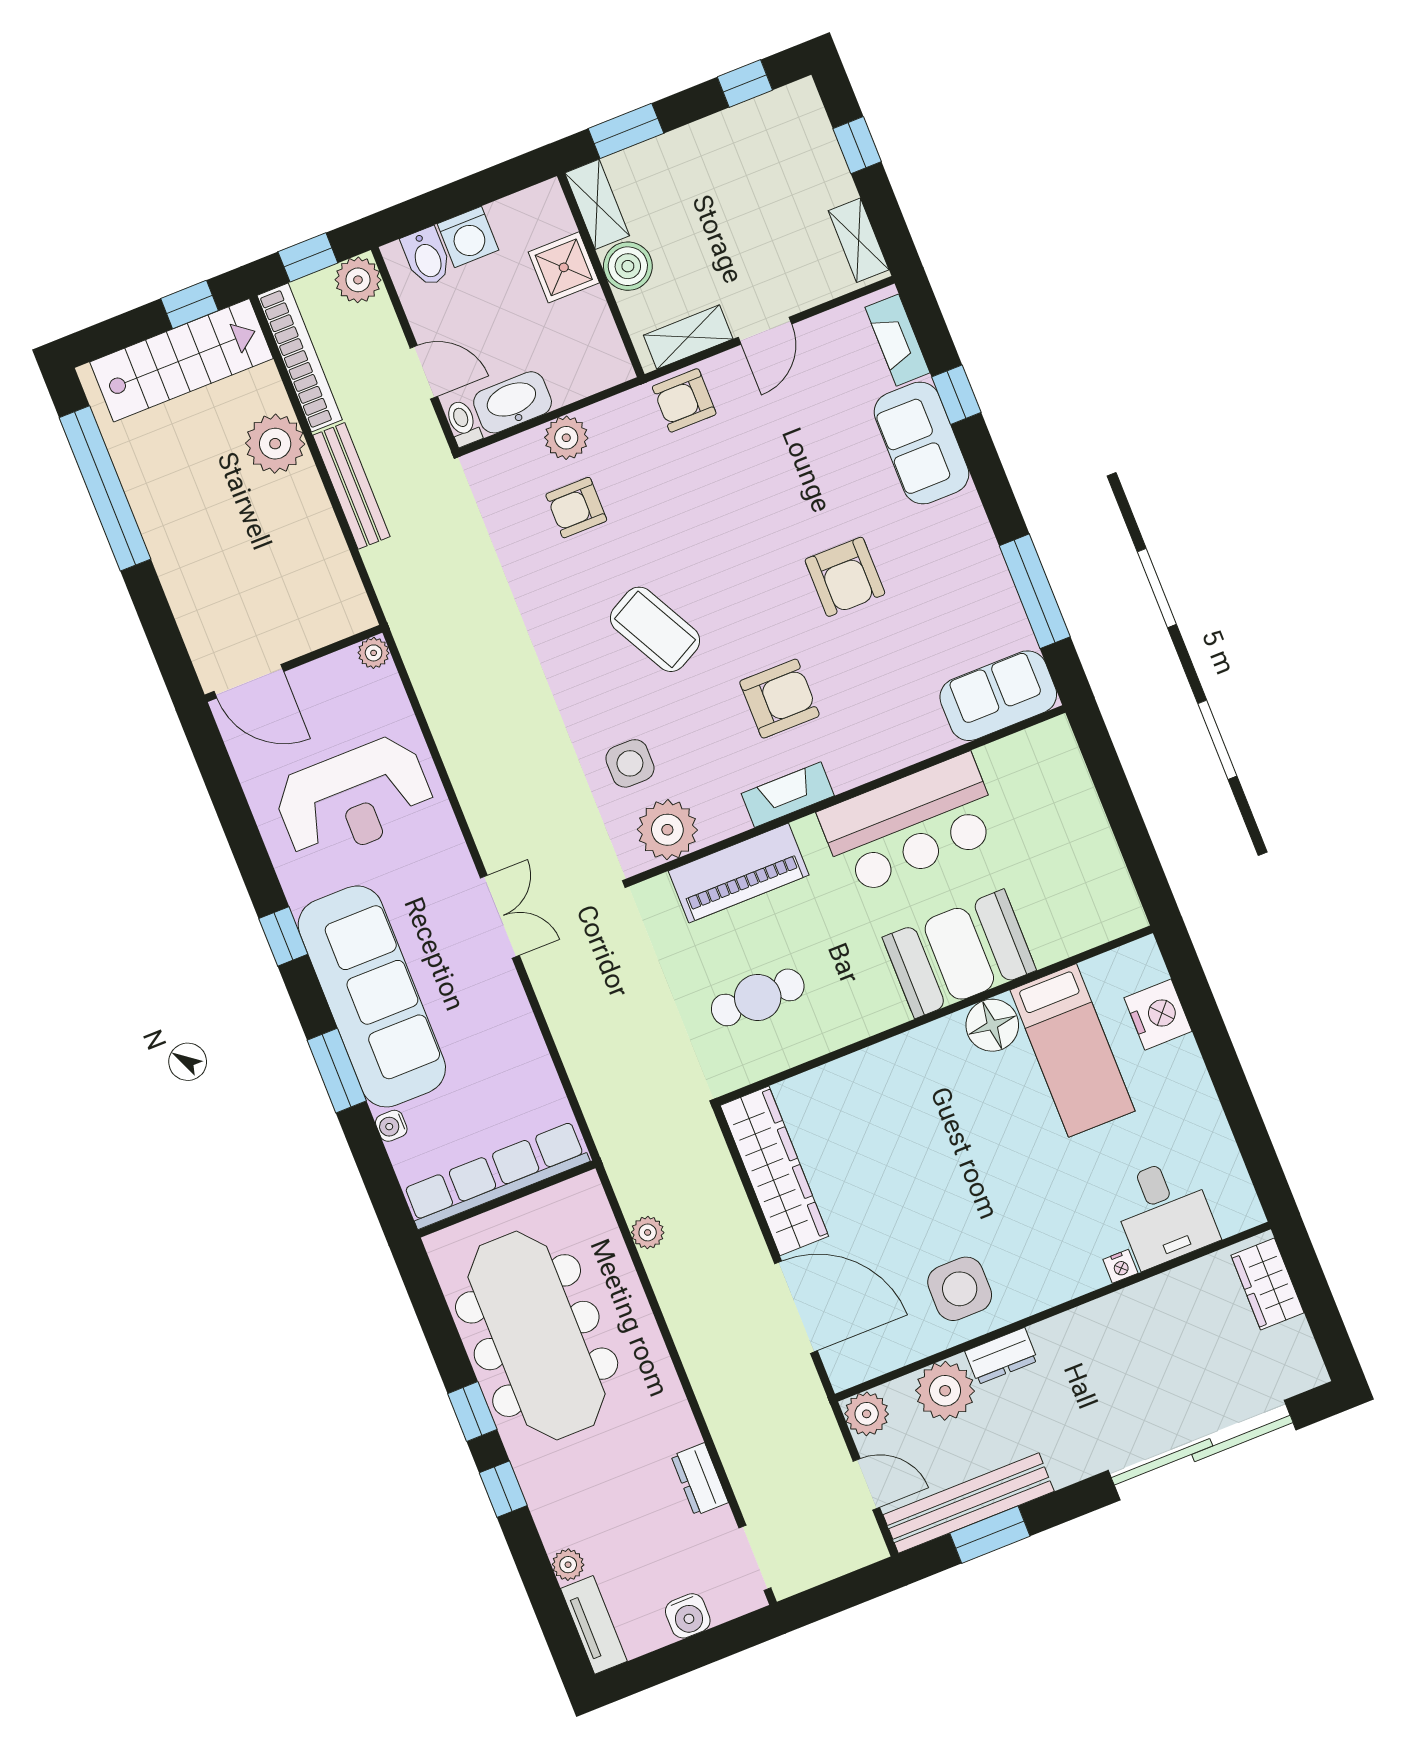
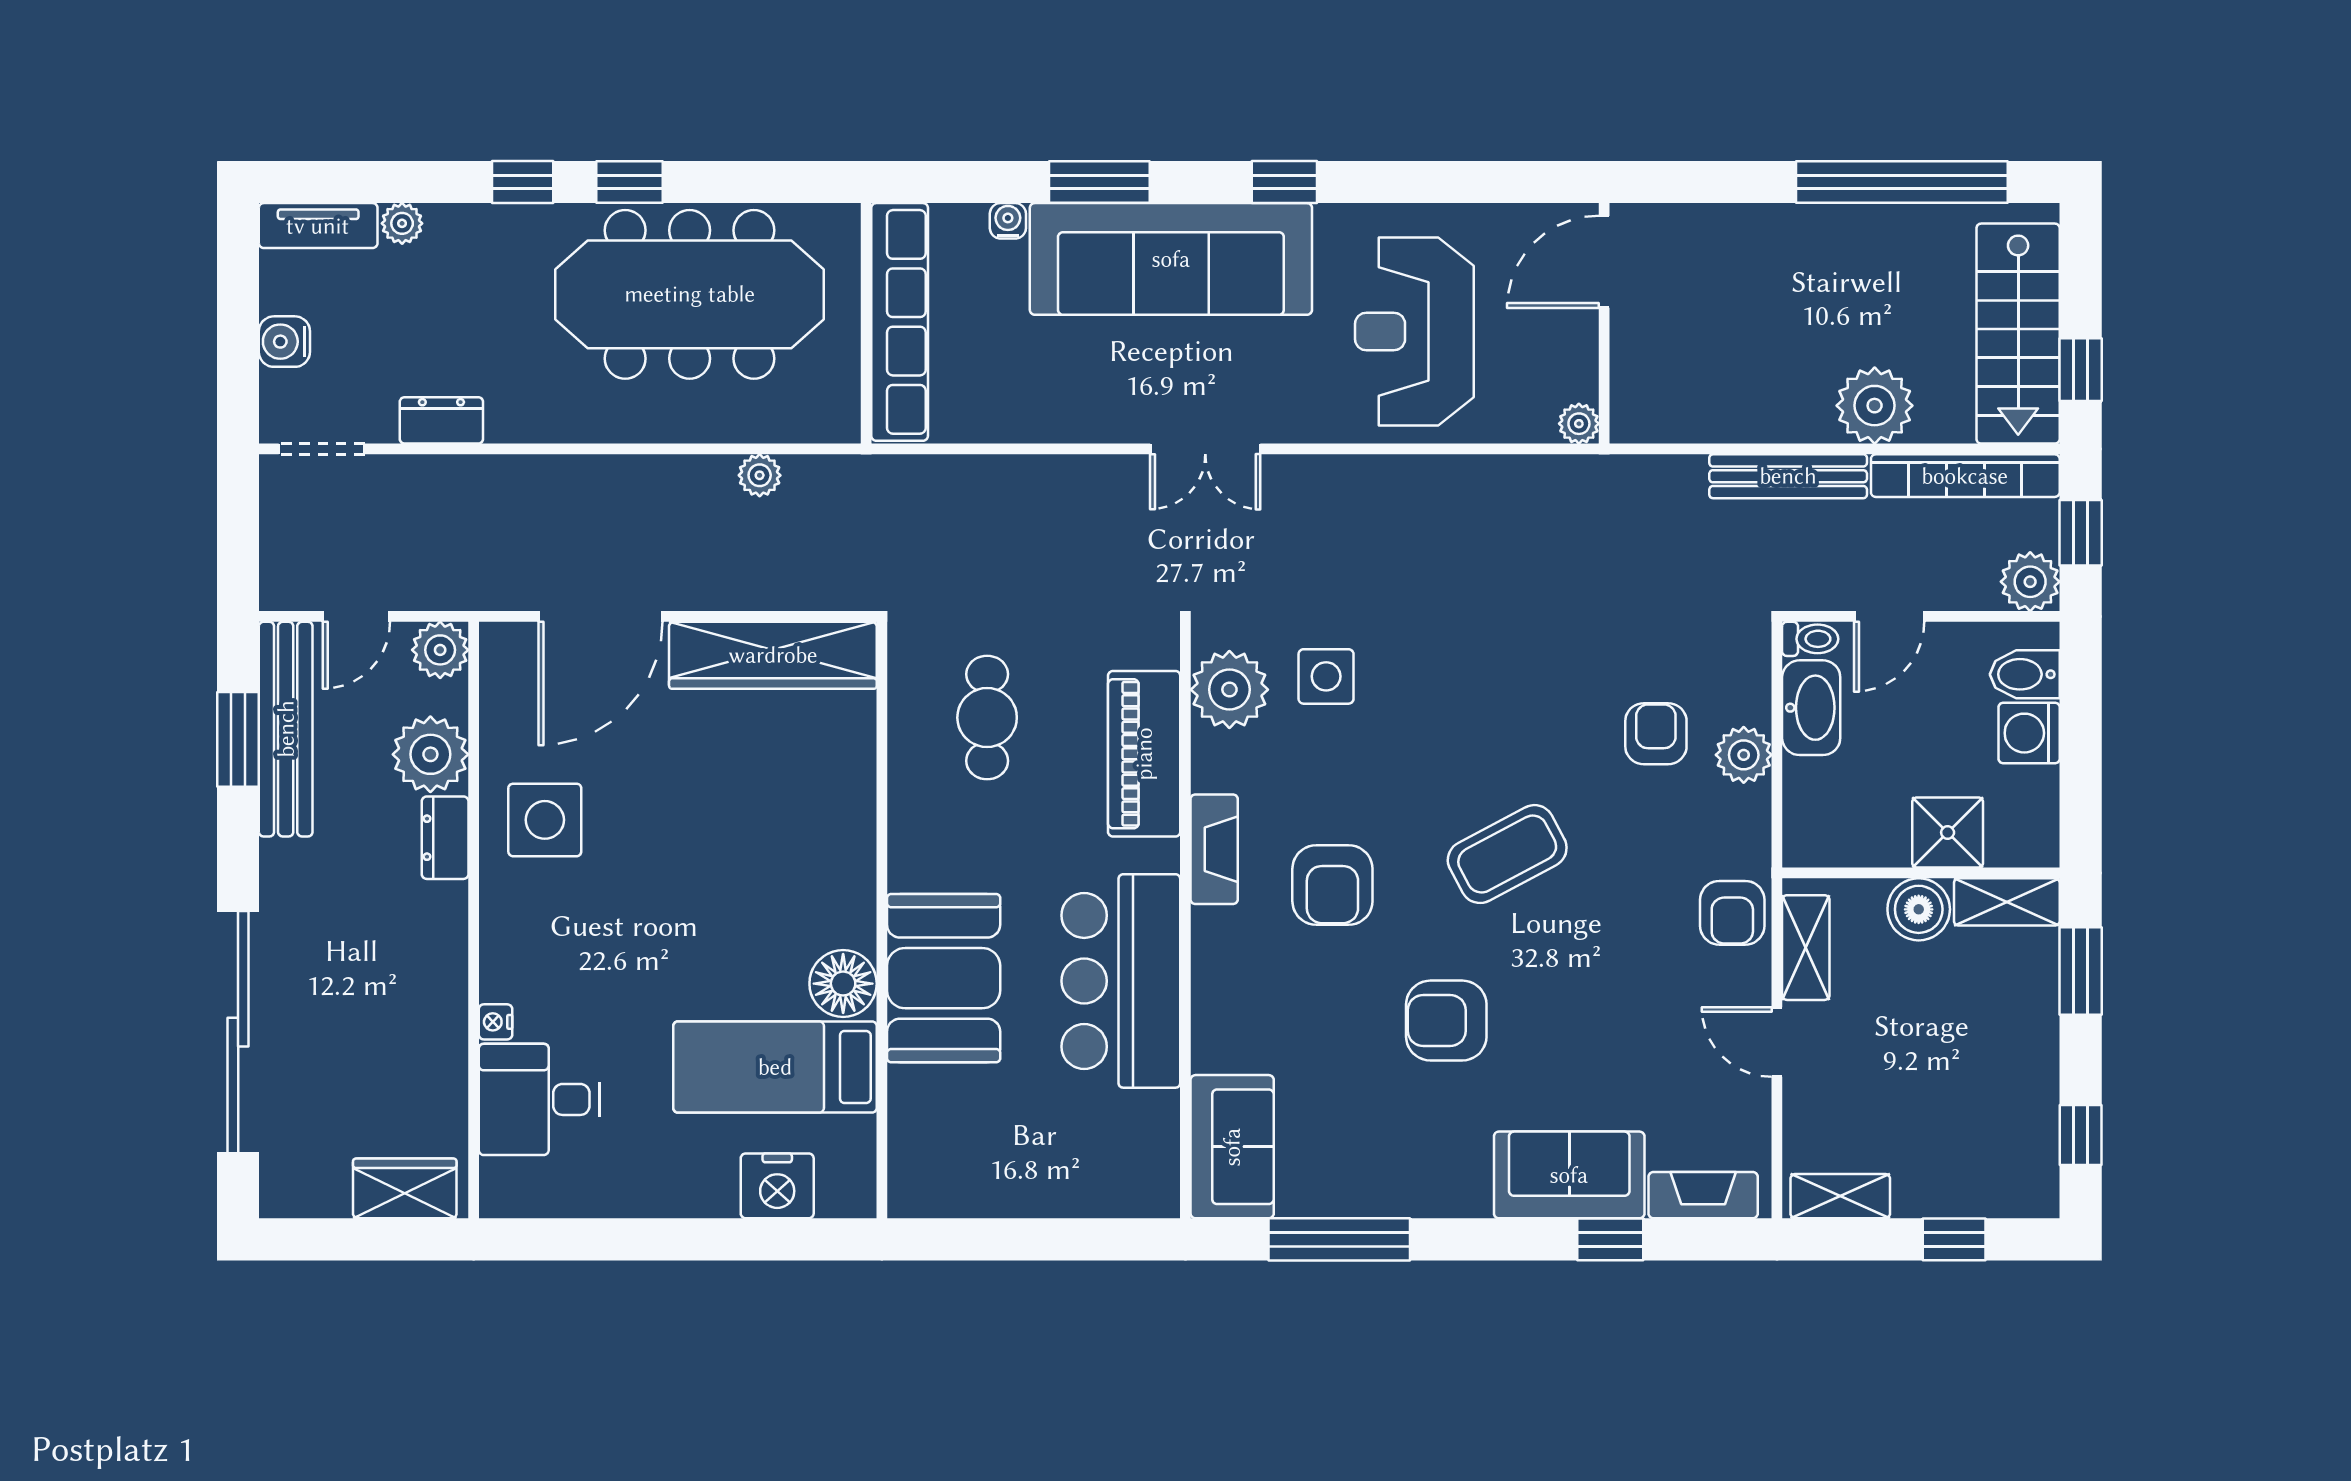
armchair: (684, 400) -> (1732, 913), turned 180
coffee table: (655, 629) -> (1507, 854), moved

